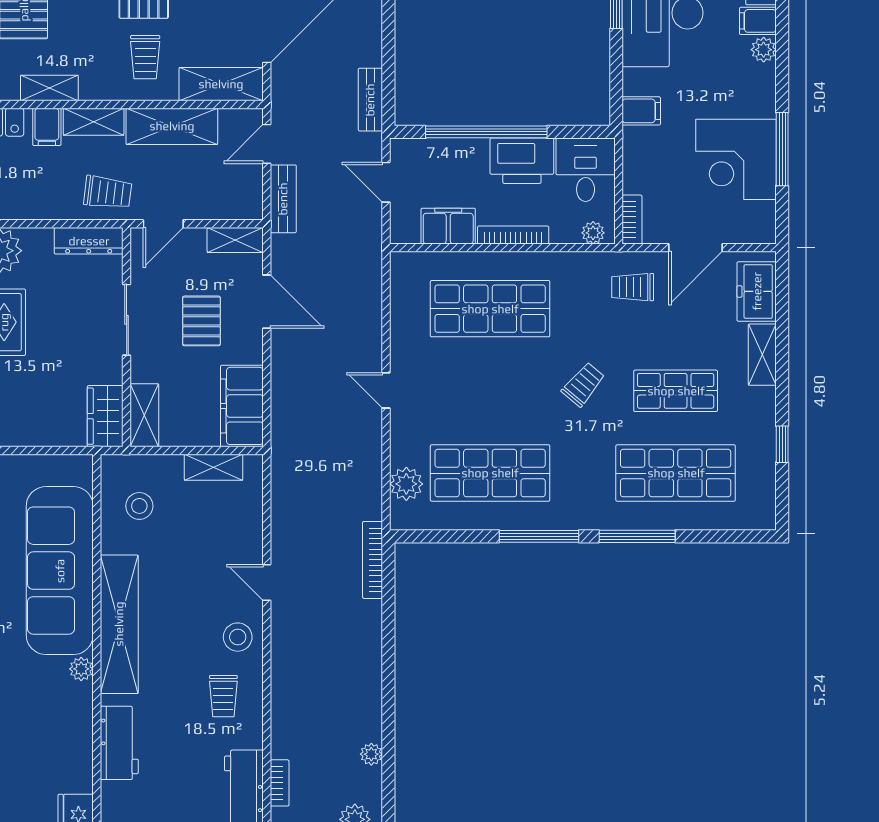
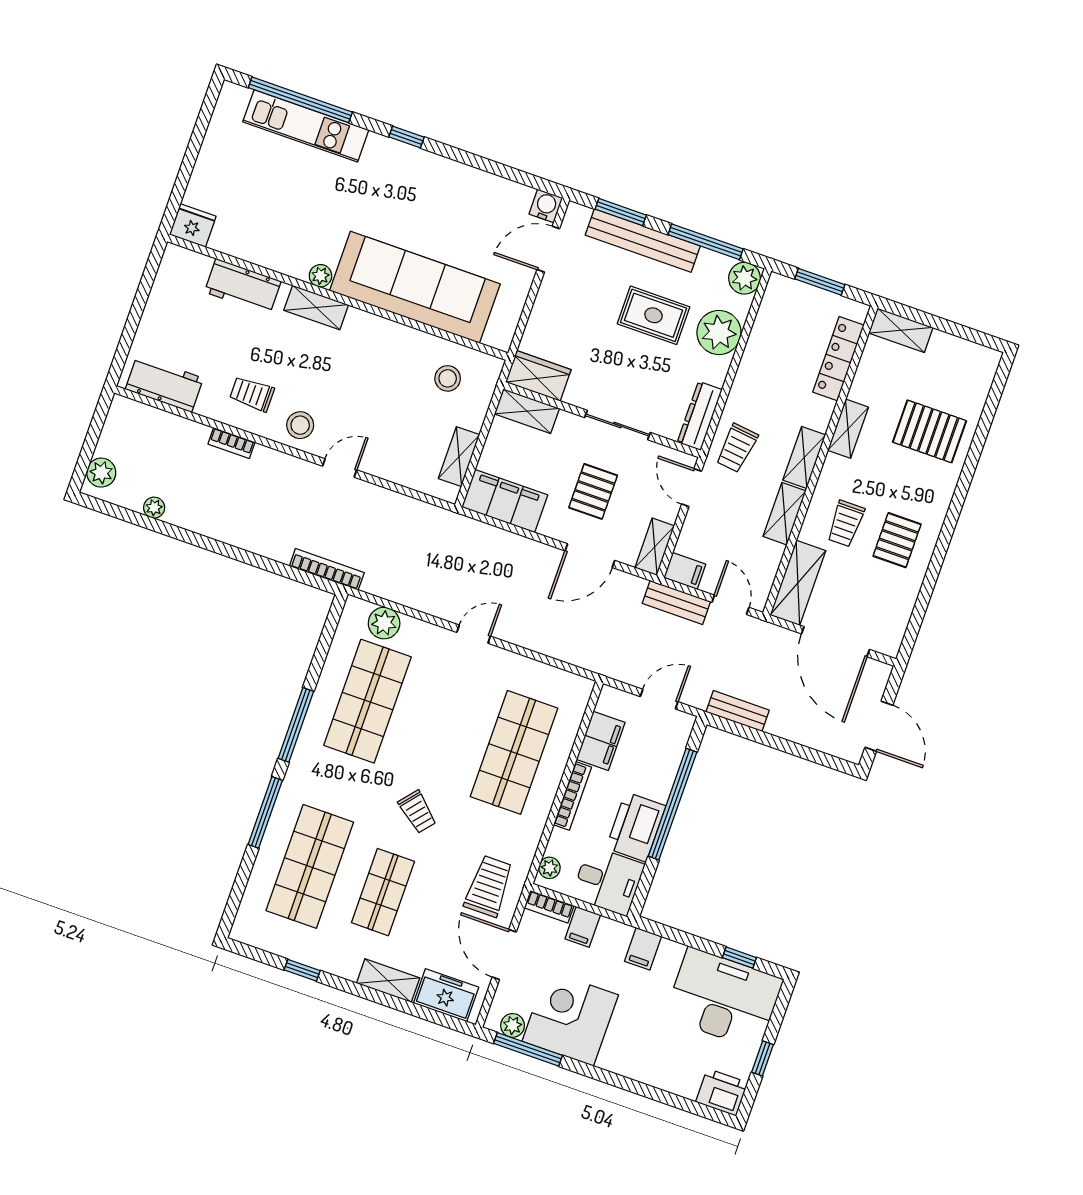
filing cabinet: (758, 21) -> (583, 927), moved, turned 180
plant: (764, 50) -> (513, 1025), moved
trolley: (145, 57) -> (846, 524), turned -90
shelving: (172, 126) -> (784, 514), width x0.67, depth x0.75
filing cabinet: (47, 127) -> (685, 571), moved, turned 180
window: (782, 149) -> (528, 1049), moved
trolley: (633, 287) -> (489, 886), width x1.36, depth x1.39
pallet: (201, 321) -> (593, 491), turned 90
shelving: (119, 624) -> (316, 308), width x0.45, depth x0.75
bookcase: (280, 783) -> (232, 443), moved

